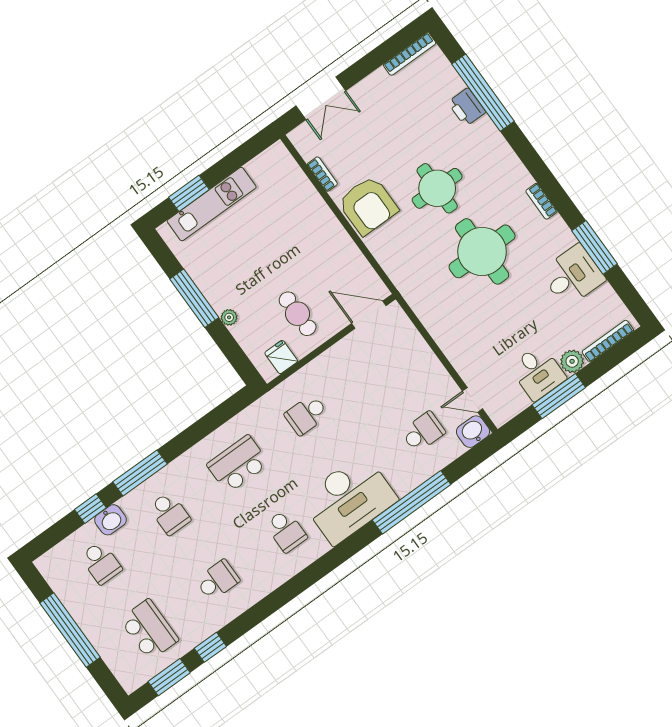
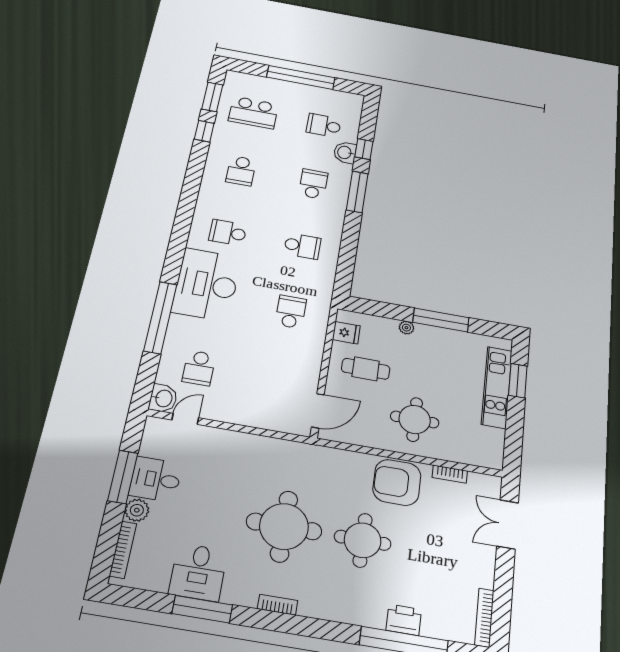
round table: (303, 239) -> (415, 419), added
school desk: (238, 464) -> (302, 246), width x0.54
school desk: (169, 513) -> (313, 184), turned 90

